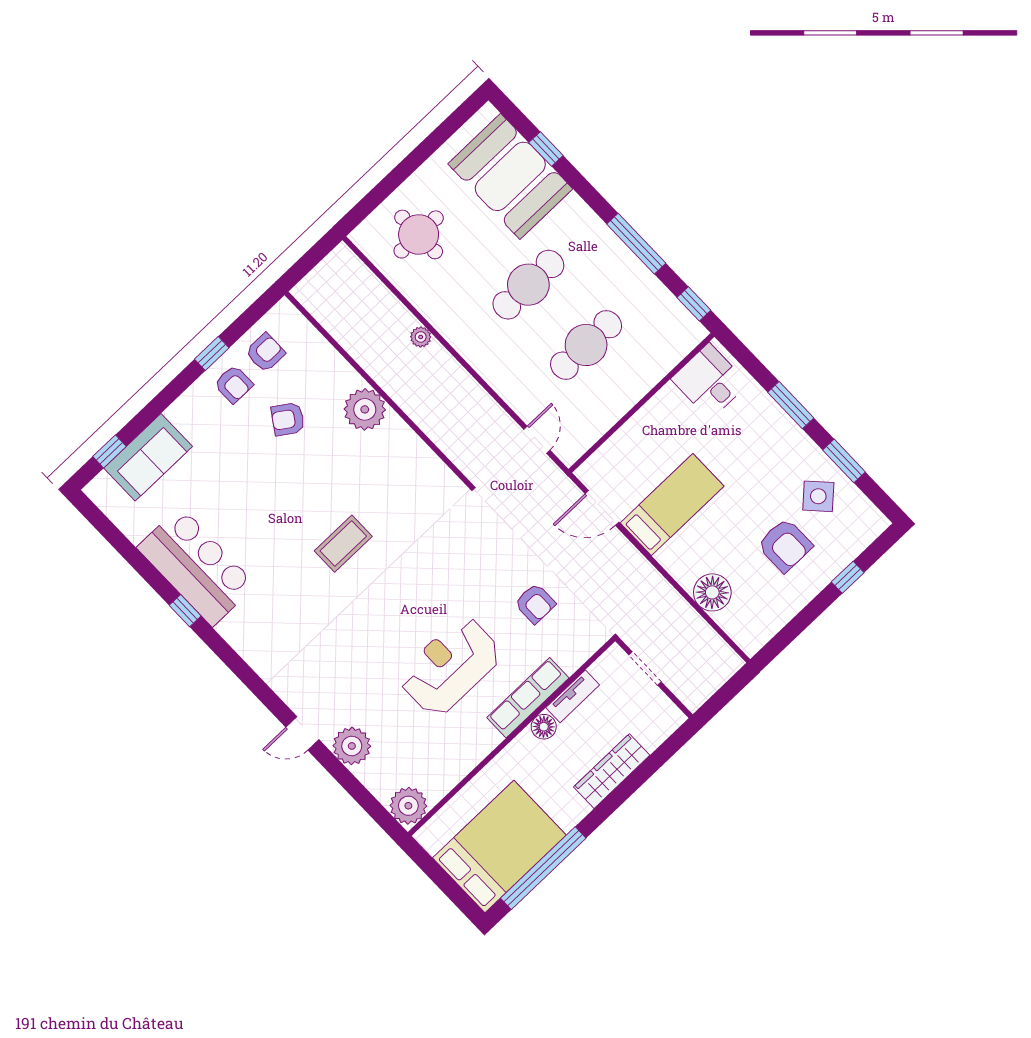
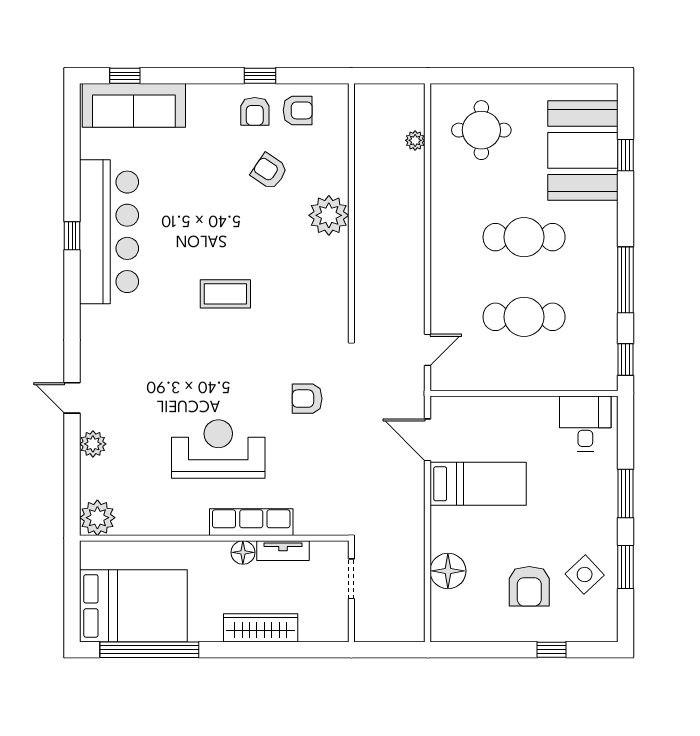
plant: (421, 337) -> (415, 140), moved
sofa: (148, 457) -> (134, 105), width x1.36
bar counter: (196, 566) -> (109, 232), width x1.36
armchair: (535, 603) -> (307, 399), moved, turned 90
plant: (352, 746) -> (93, 444), width x0.73, depth x0.73

